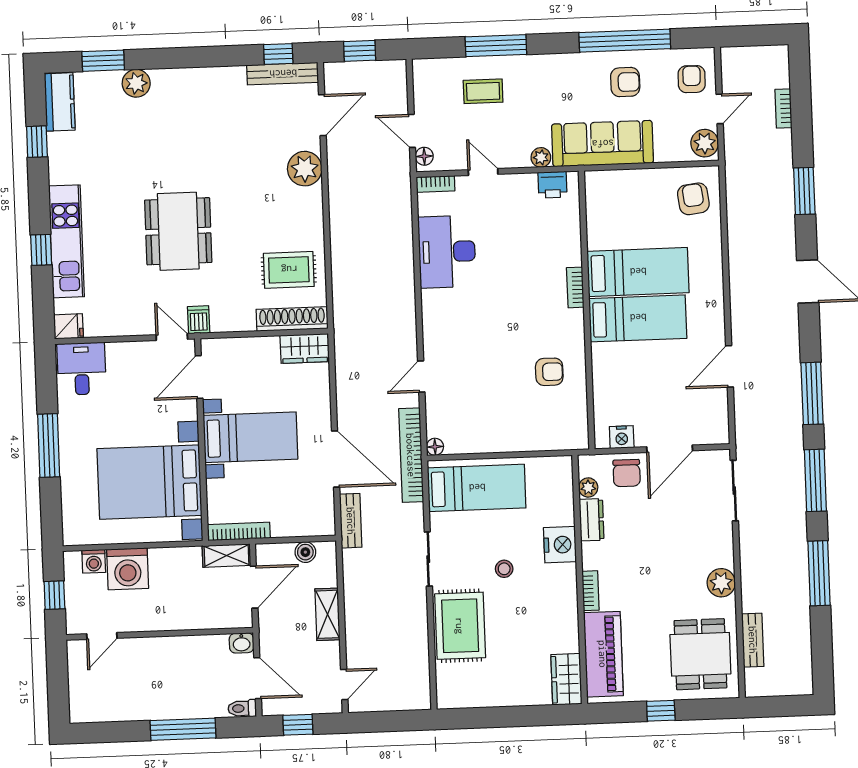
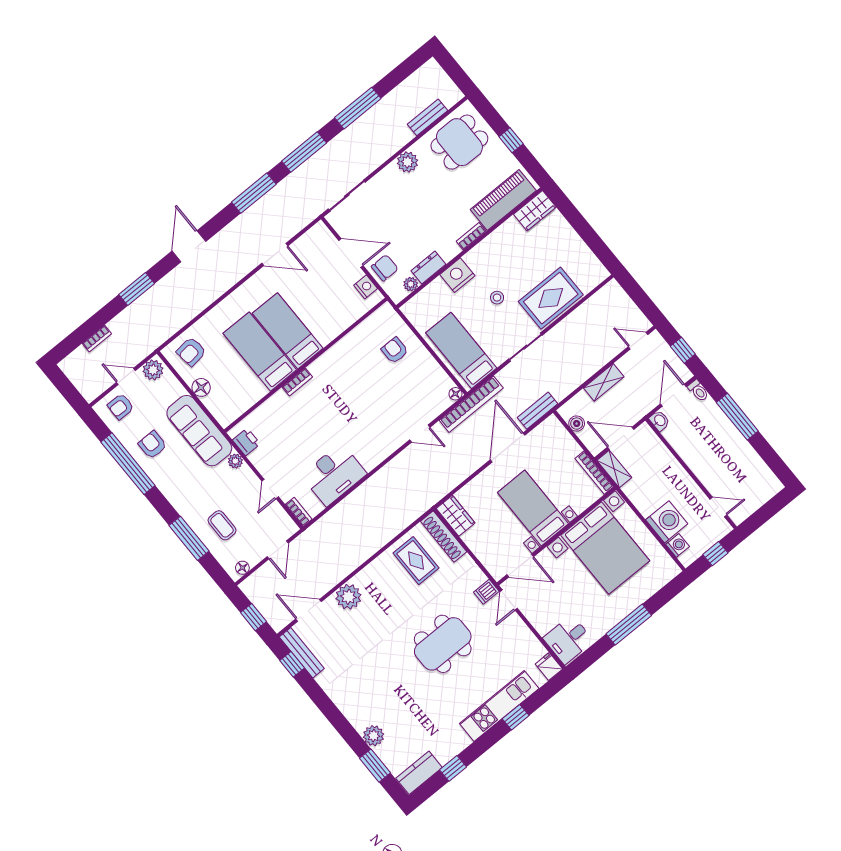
floor lamp: (424, 156) -> (242, 568), moved
floor lamp: (647, 180) -> (201, 387), added
armchair: (549, 372) -> (395, 350), moved

